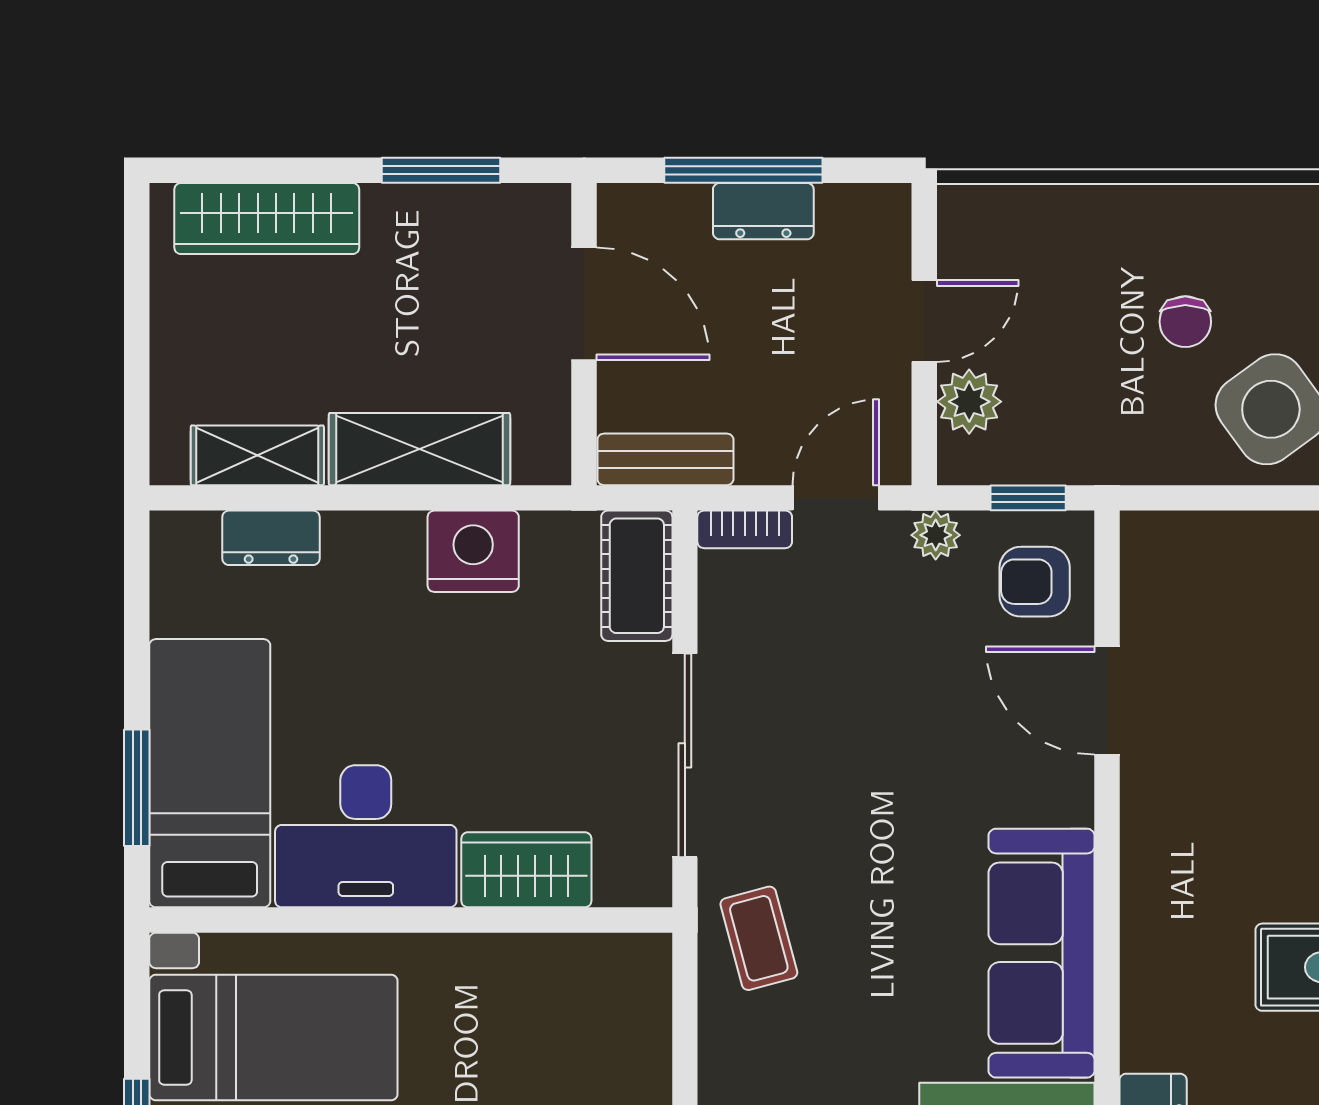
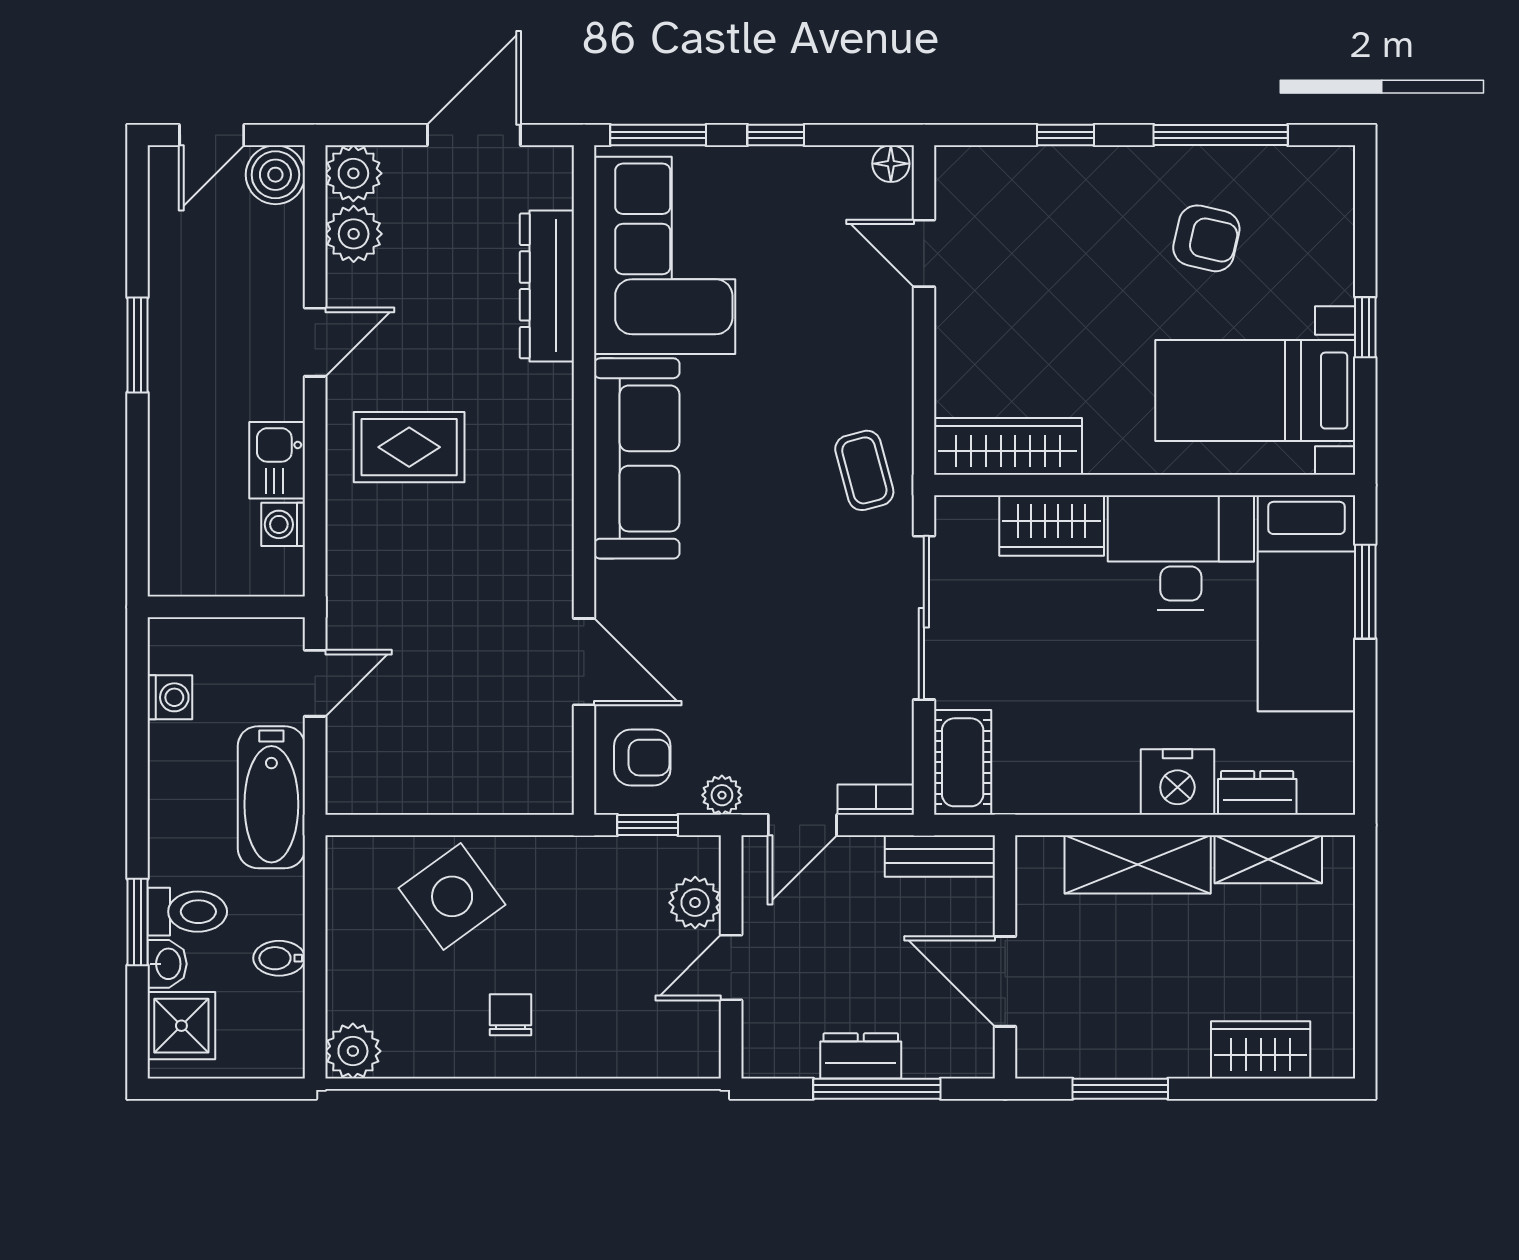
wardrobe: (267, 219) -> (1261, 1050), width x0.67
chair: (1185, 322) -> (511, 1015), moved
nightstand: (473, 551) -> (1177, 782), moved
wardrobe: (581, 968) -> (1008, 446), added

